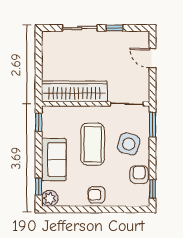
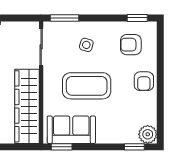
side table: (129, 144) -> (86, 45), width x0.54, depth x0.54
sofa: (54, 160) -> (71, 130), moved
armchair: (139, 175) -> (131, 45), moved

